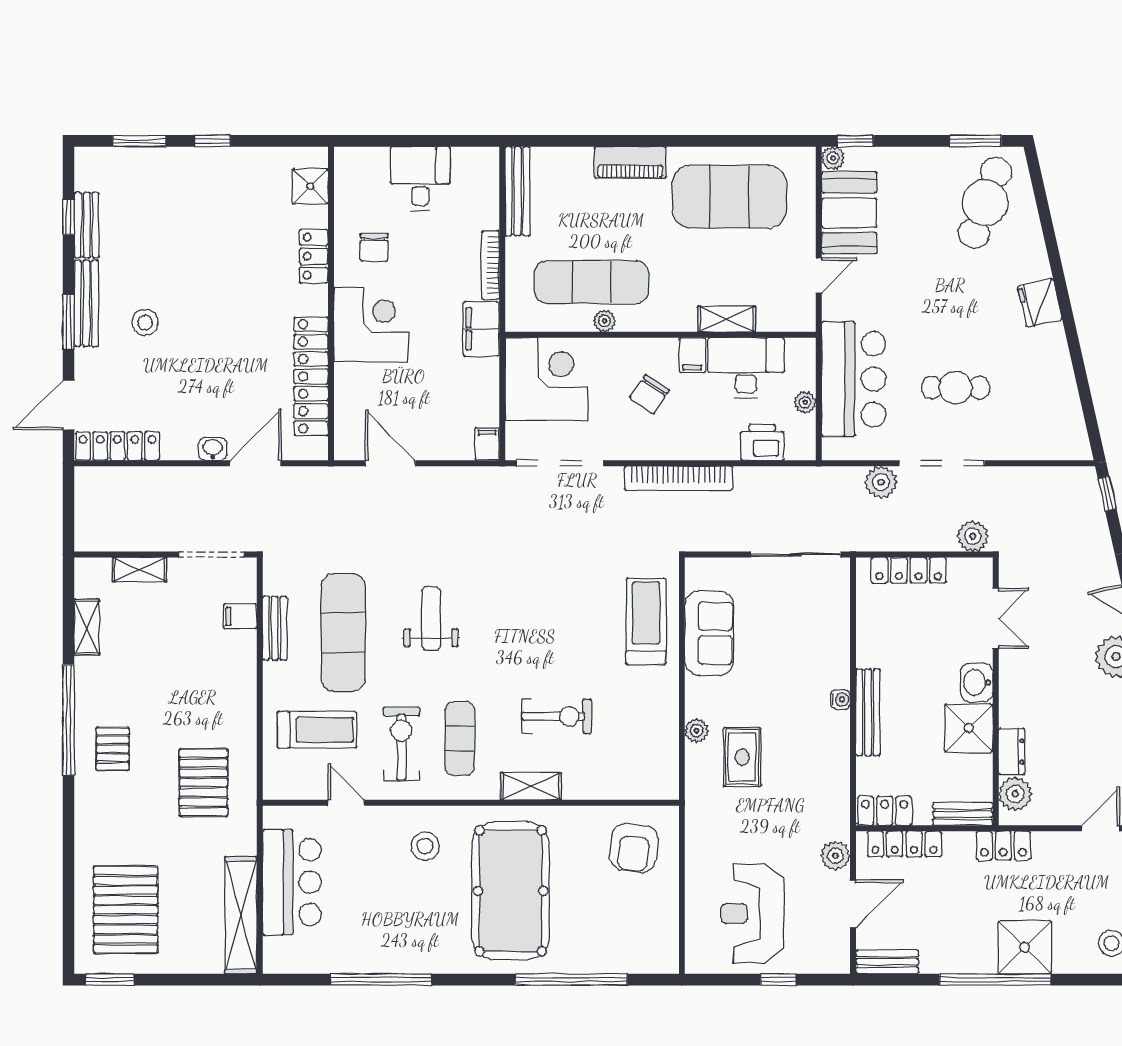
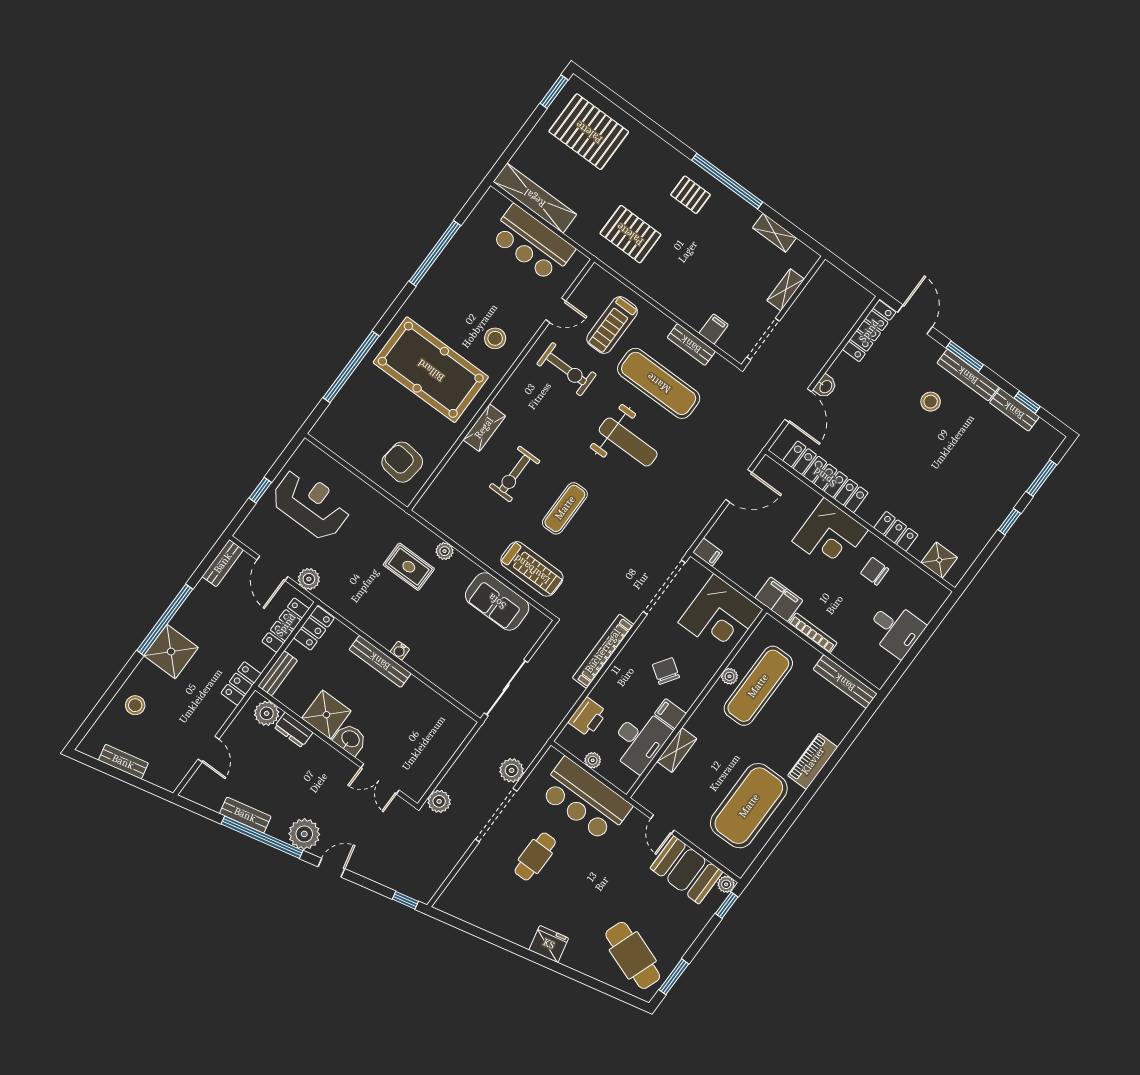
locker: (909, 570) -> (447, 748), removed
weight bench: (431, 619) -> (628, 442), width x1.36, depth x1.33
exercise mat: (460, 738) -> (565, 508), moved, turned 90

